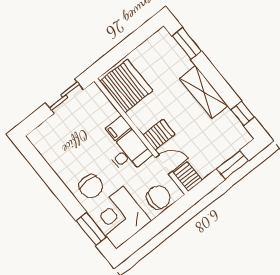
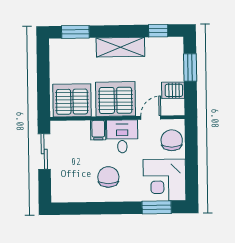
server rack: (159, 135) -> (116, 99), width x2.18, depth x1.44
server rack: (188, 177) -> (173, 90), moved
chair: (91, 186) -> (108, 177), moved, turned -90

